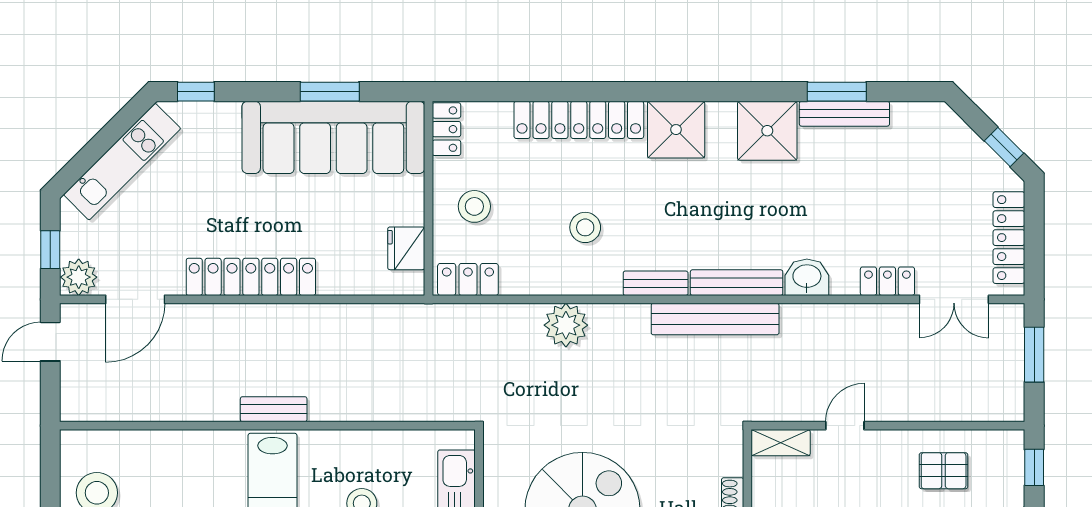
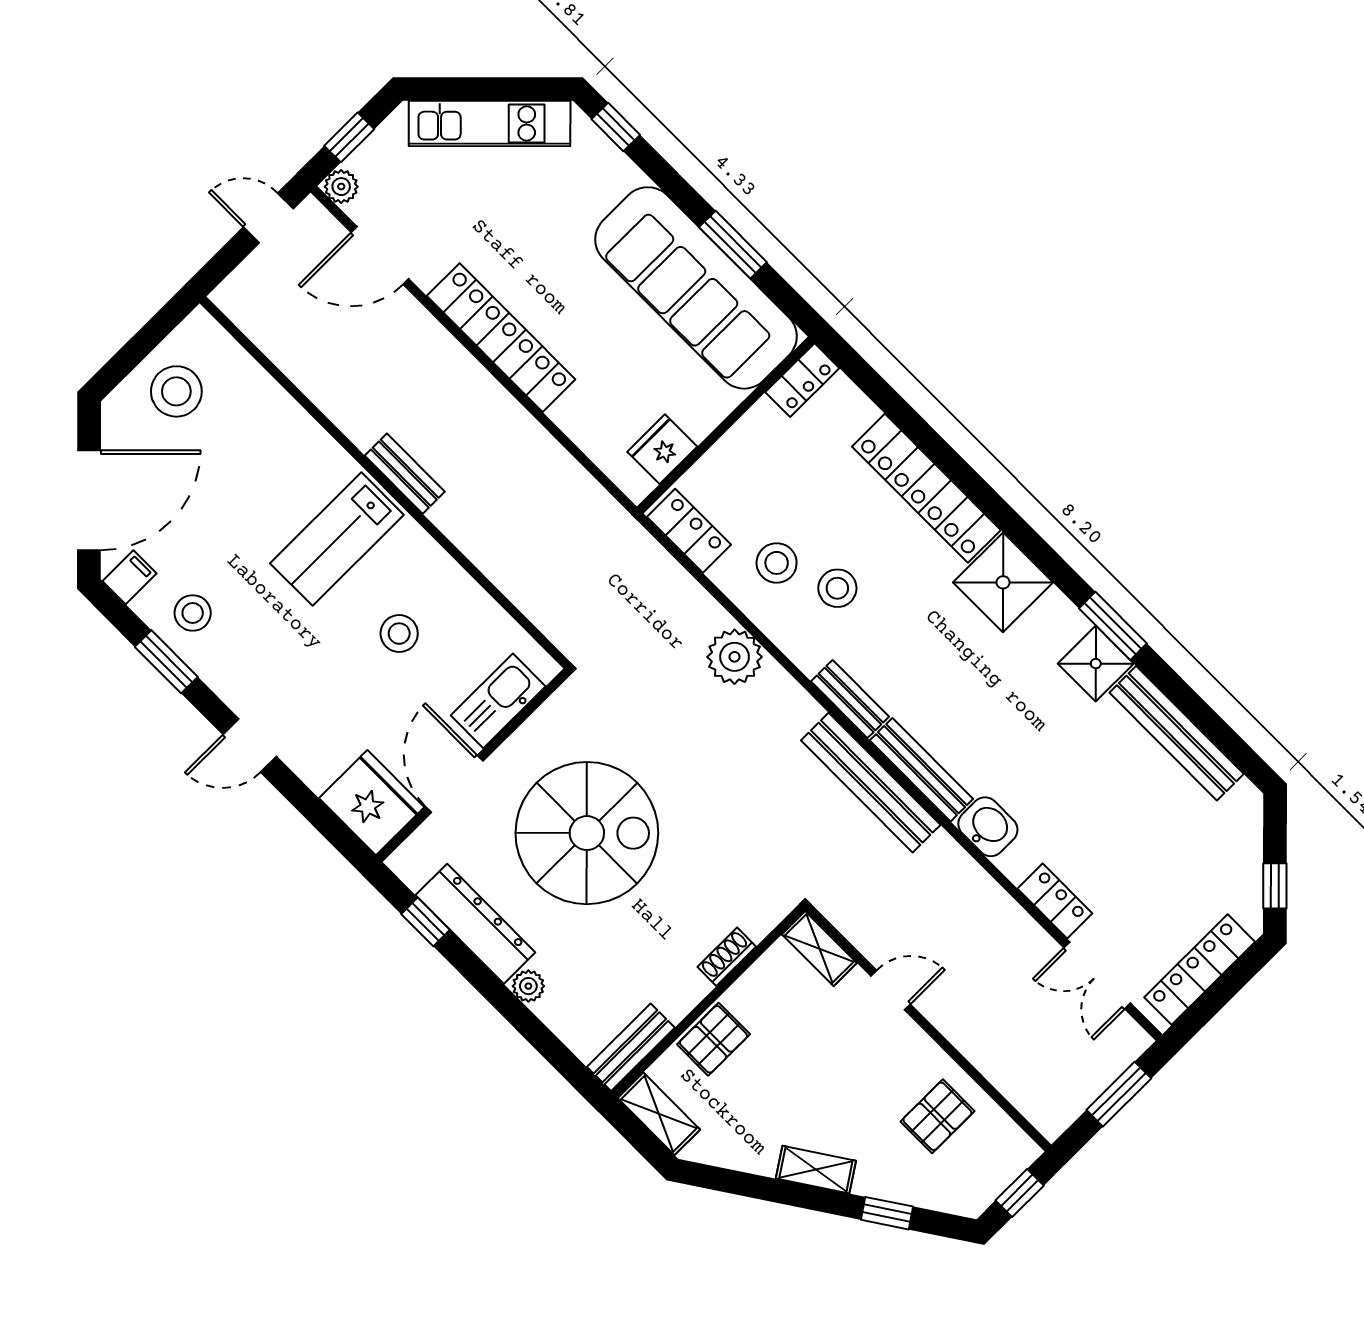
window: (837, 92) -> (1113, 626), moved
bench: (844, 114) -> (1177, 733), width x1.37, depth x1.21
shower: (767, 131) -> (1096, 664), width x0.73, depth x0.73
stool: (474, 206) -> (777, 563), moved
plant: (79, 277) -> (341, 187), width x0.73, depth x0.73
pallet: (944, 471) -> (937, 1116), turned 90

